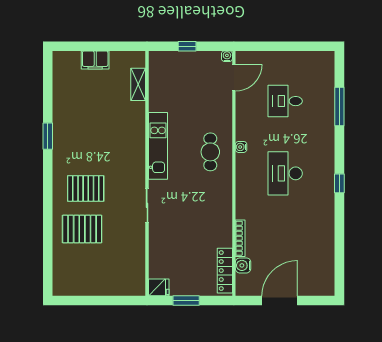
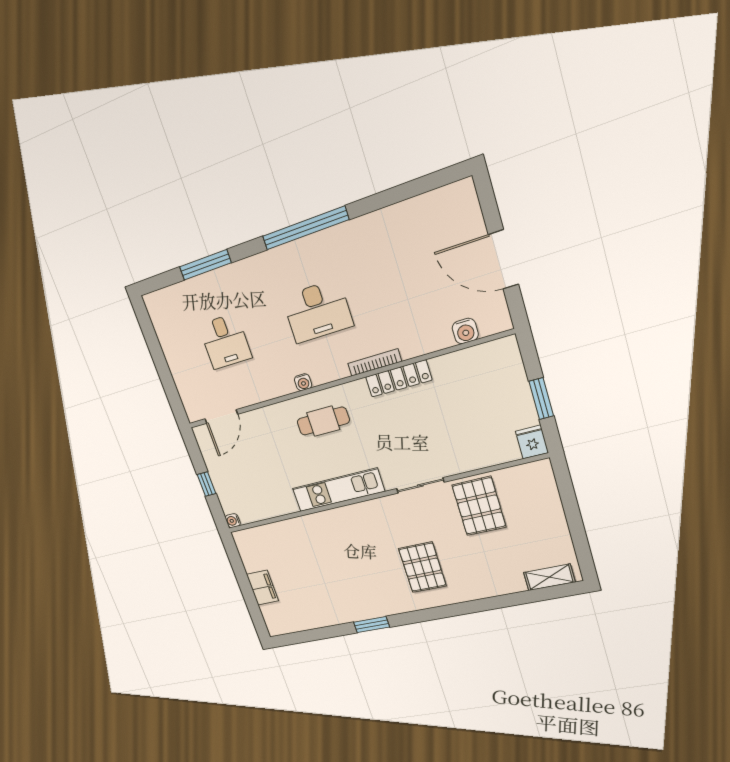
water cooler: (227, 56) -> (233, 521), moved
door: (234, 78) -> (221, 417), swing flipped
shelving: (138, 84) -> (549, 577), moved
window: (339, 183) -> (305, 228), width x3.17
pallet: (82, 229) -> (479, 506), moved
bookcase: (240, 238) -> (375, 362), moved
locker: (225, 271) -> (399, 379), moved

